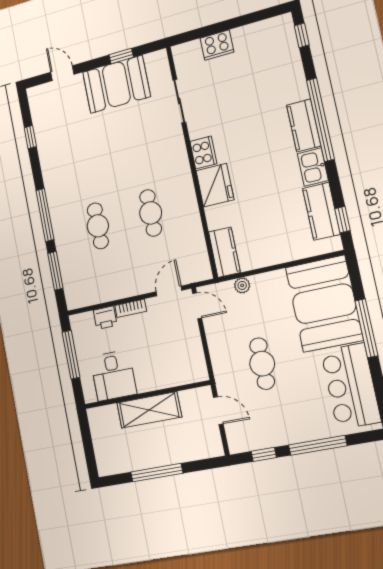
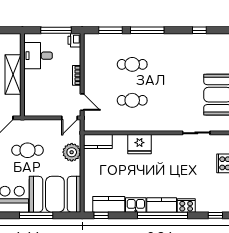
cooker: (203, 153) -> (186, 205), moved, turned 180
plant: (242, 285) -> (72, 152), width x1.88, depth x1.88
printer: (105, 318) -> (74, 40), moved

